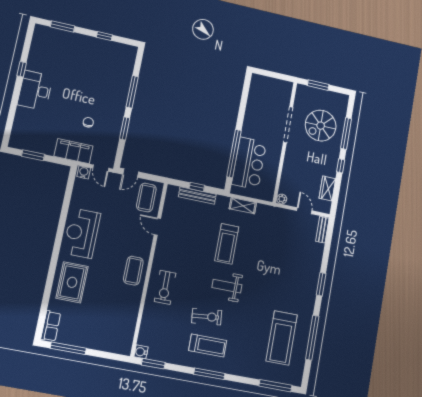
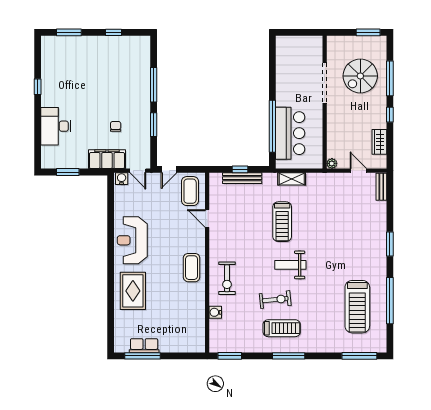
window: (318, 85) -> (368, 32), moved
desk: (35, 90) -> (56, 126), moved
row of seats: (51, 326) -> (144, 346), moved, turned -90
water cooler: (141, 352) -> (215, 312), moved

